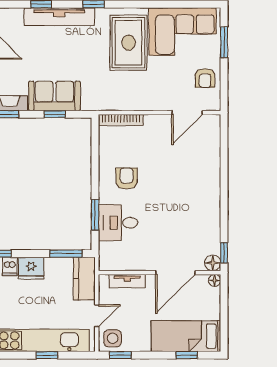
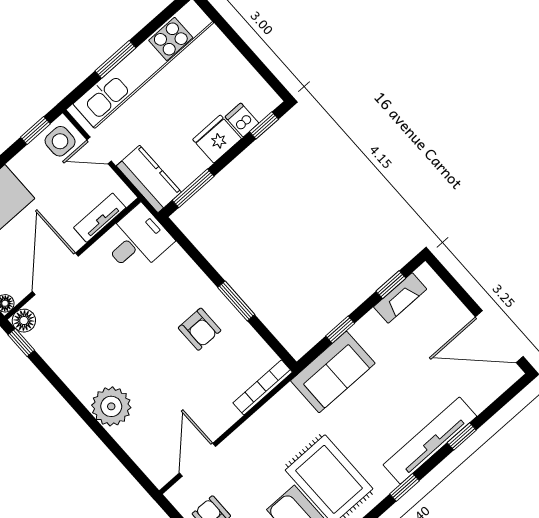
sofa: (54, 96) -> (333, 372), moved
plant: (207, 179) -> (111, 406), added
window: (95, 215) -> (236, 301), moved
desk: (118, 223) -> (137, 240), moved
door: (97, 316) -> (99, 151), hinge flipped
window: (47, 355) -> (115, 59), width x1.50

